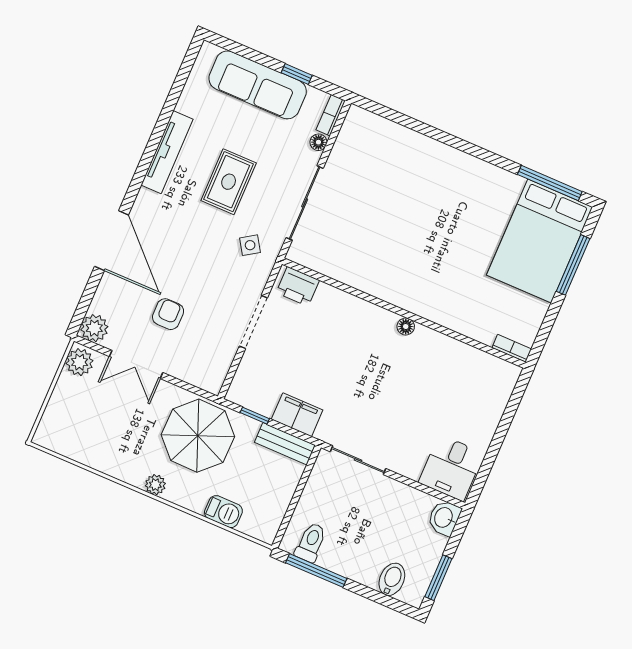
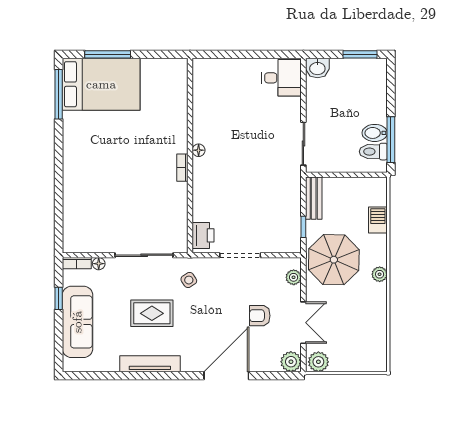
bookcase: (512, 348) -> (182, 168), moved
plant: (198, 376) -> (294, 277), added
filing cabinet: (297, 415) -> (290, 198), removed
bidet: (392, 579) -> (375, 133), moved

